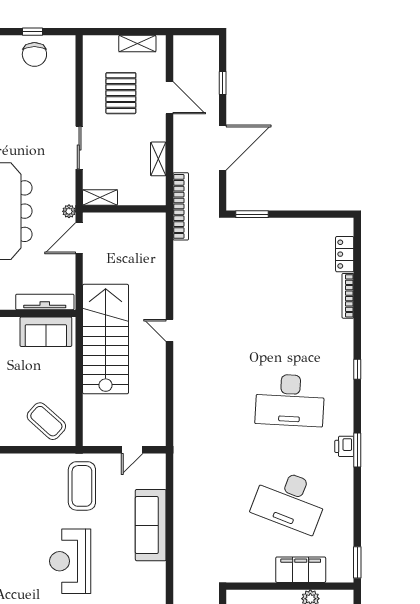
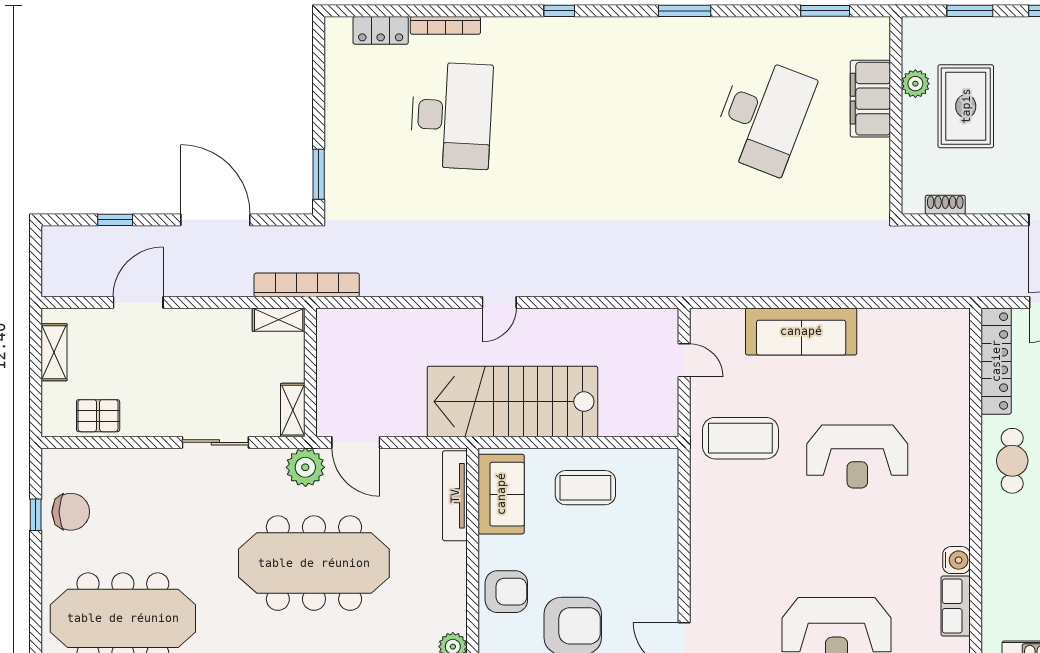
pallet: (121, 93) -> (98, 416), moved, width x0.67, depth x0.71
shelving: (158, 159) -> (279, 320), moved
plant: (69, 211) -> (305, 467), width x1.88, depth x1.88
desk: (290, 400) -> (451, 115), moved
coffee table: (46, 421) -> (585, 488), moved, turned 48
printer: (344, 446) -> (679, 31), removed
window: (357, 562) -> (825, 11), moved

